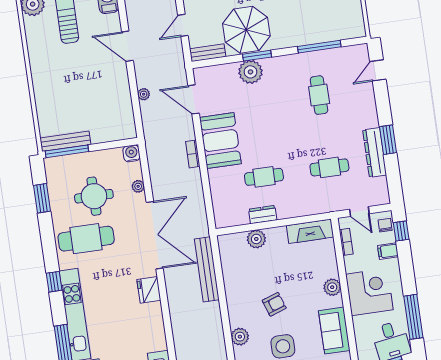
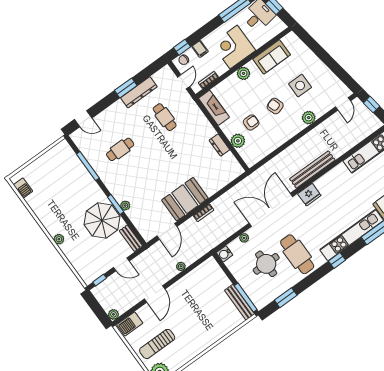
plant: (250, 72) -> (125, 206), width x0.53, depth x0.53
cafe table: (264, 177) -> (194, 157), removed
armchair: (270, 266) -> (251, 123), added
bench: (207, 269) -> (312, 169), moved

